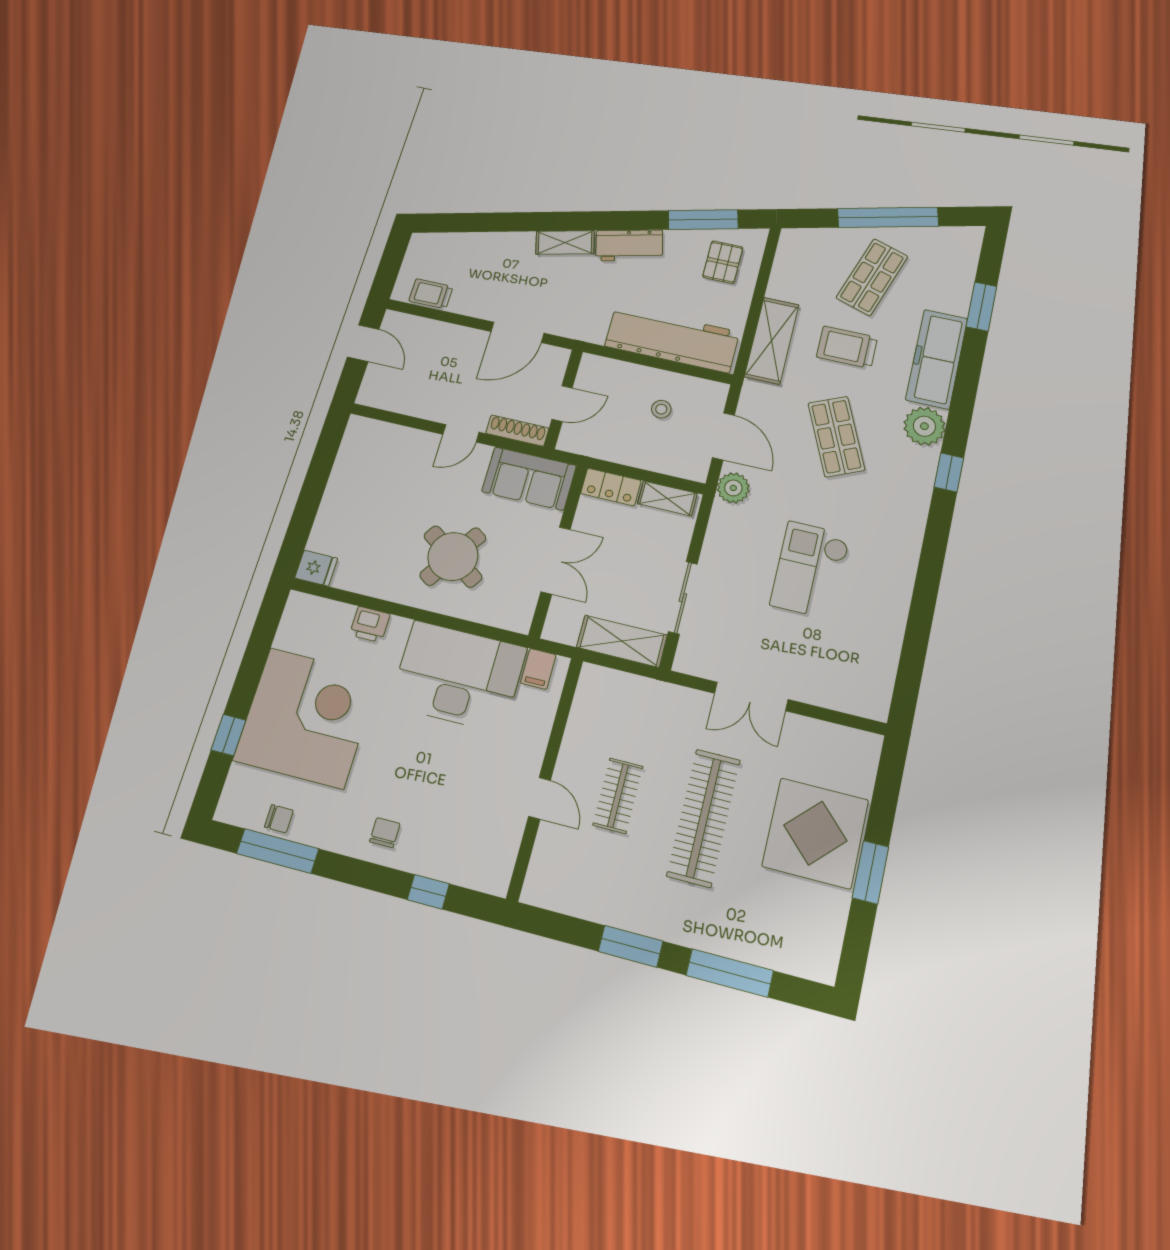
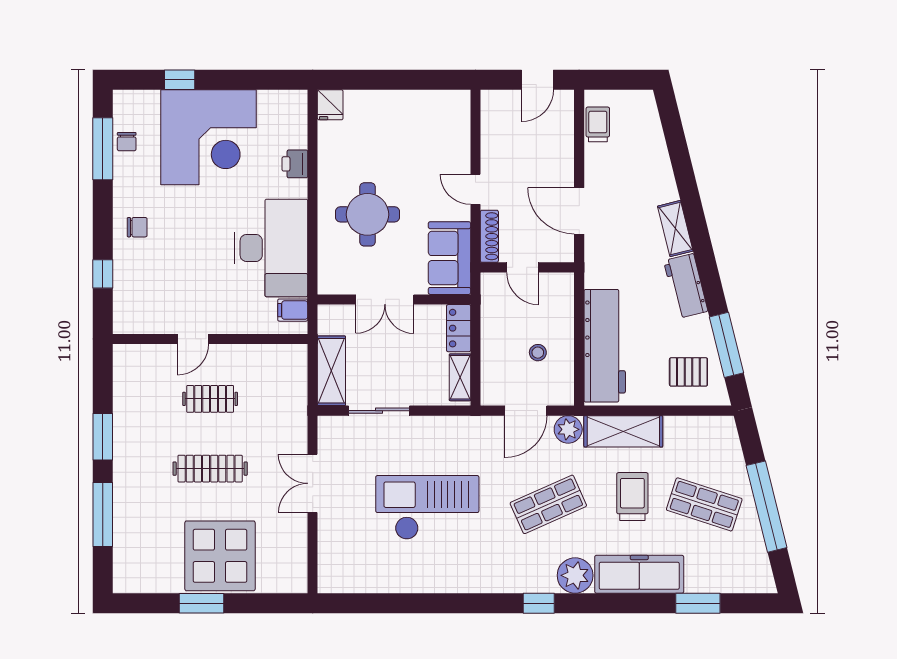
plant: (733, 488) -> (568, 429), moved
round table: (453, 557) -> (368, 214), turned -34
checkout: (810, 570) -> (427, 508), width x1.36, depth x1.21
clothes rail: (704, 818) -> (210, 469), width x0.73, depth x0.76

